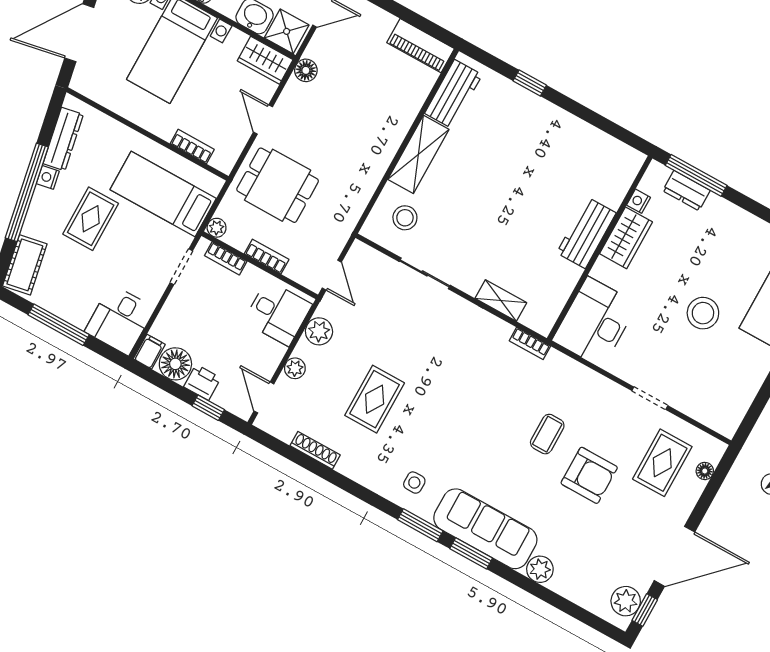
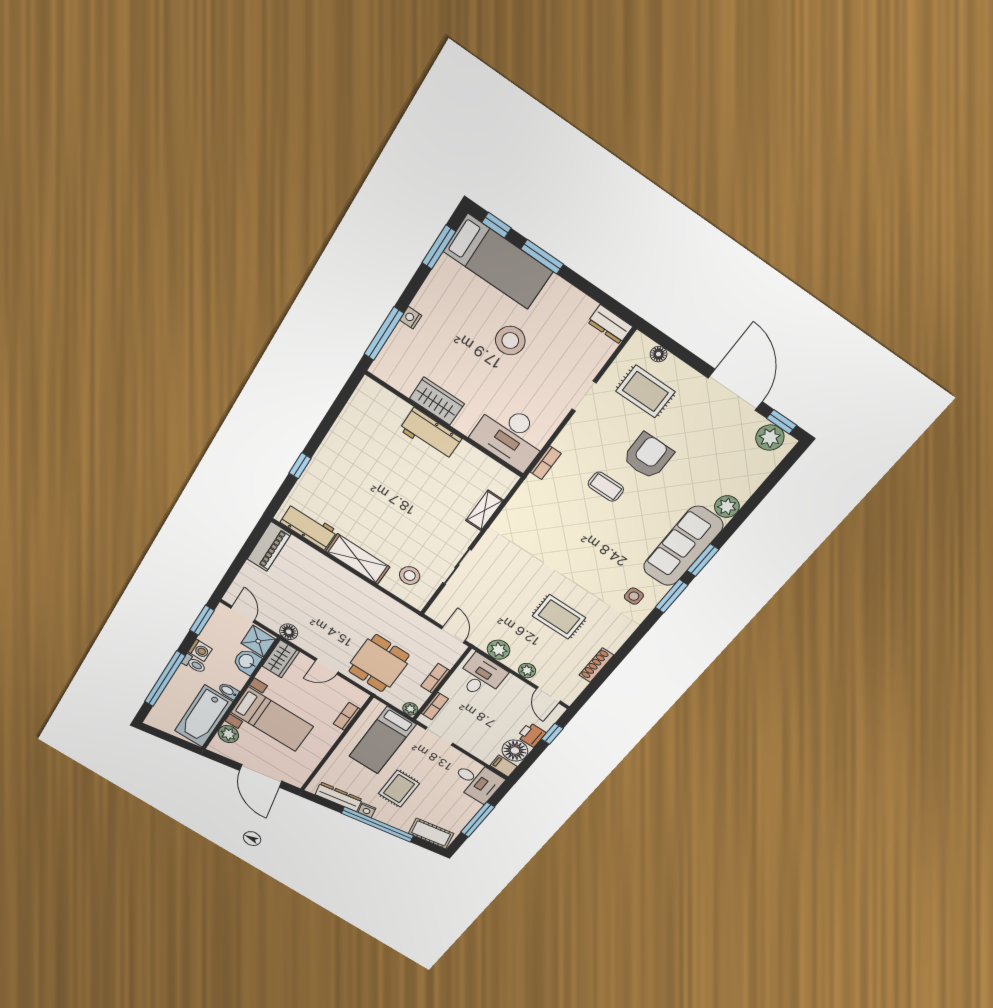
dresser: (686, 191) -> (610, 324), moved, turned 90
nightstand: (638, 201) -> (411, 318), moved, turned 90
rug: (91, 219) -> (399, 789), turned 90
door: (332, 275) -> (453, 635), hinge flipped
bookcase: (530, 343) -> (546, 463), moved
door: (264, 397) -> (548, 695), hinge flipped

